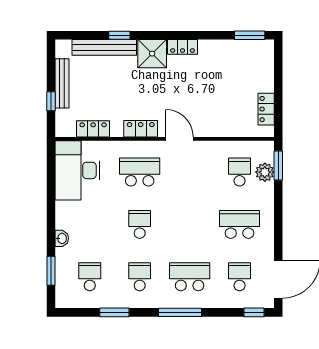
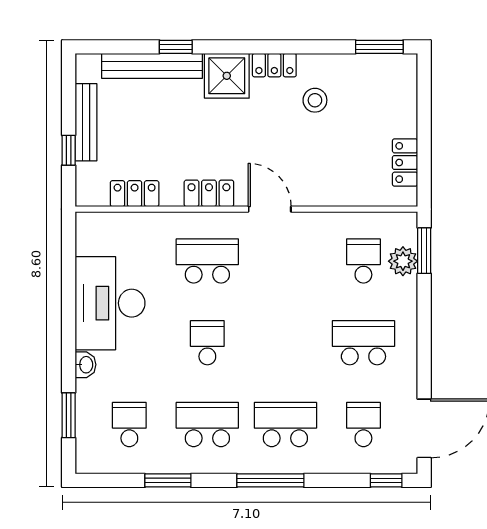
stool: (208, 69) -> (315, 100), added
desk: (77, 170) -> (110, 303), moved
school desk: (140, 277) -> (207, 425), width x1.85

